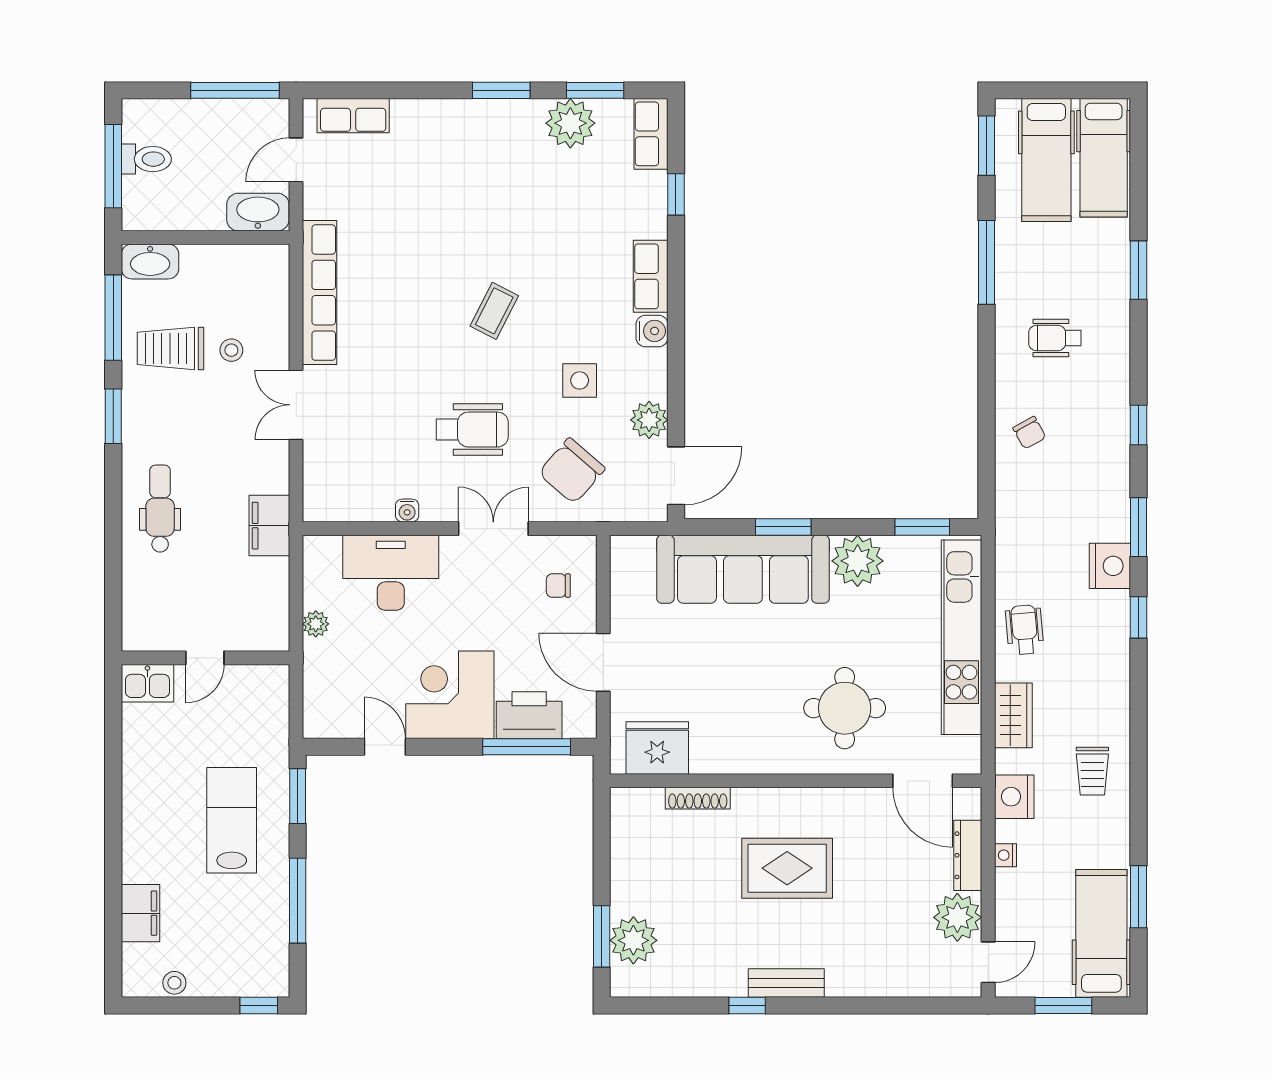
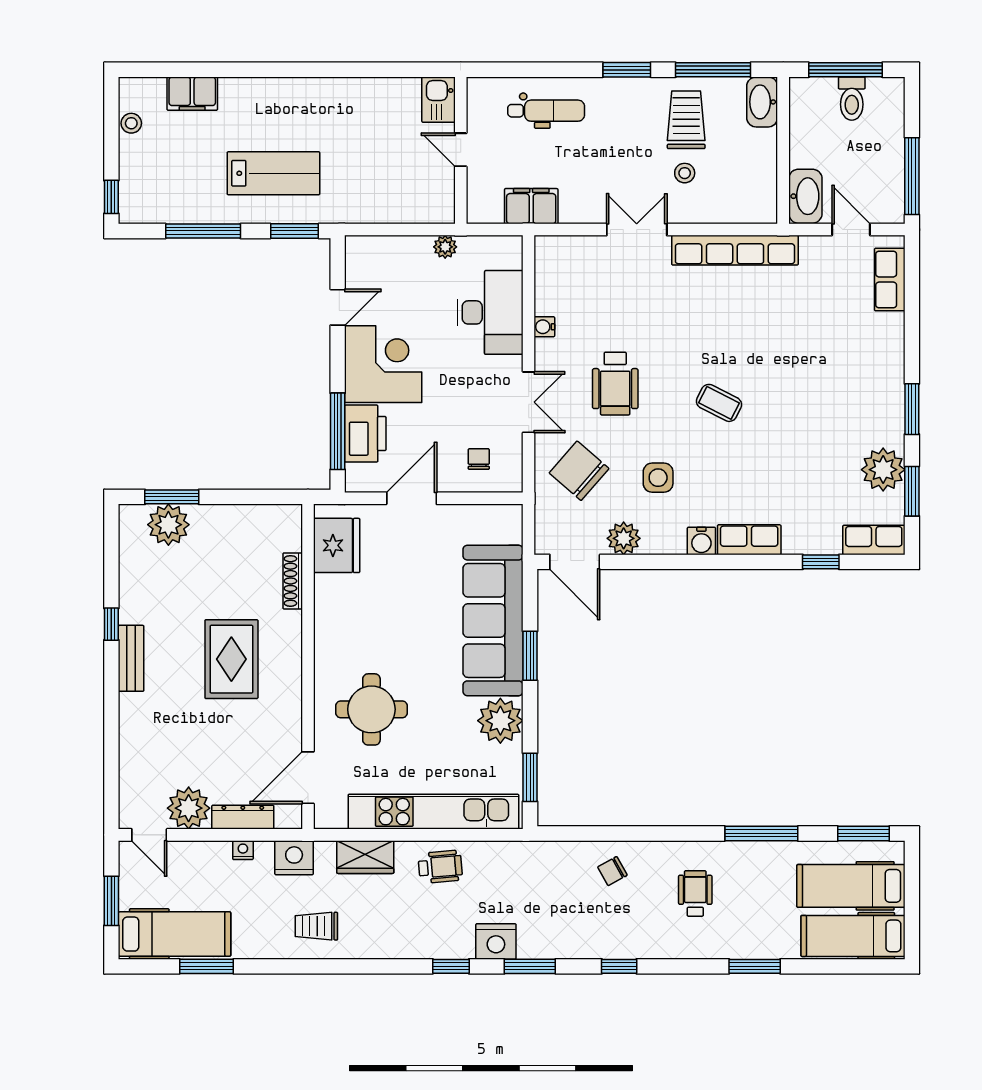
door: (205, 658) -> (461, 150), moved
wall: (205, 658) -> (461, 150), moved
kitchen sink: (147, 683) -> (439, 100), moved

